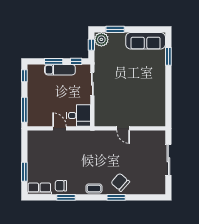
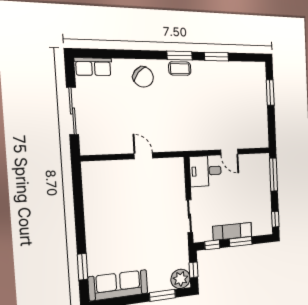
chair: (61, 186) -> (224, 73), removed
row of seats: (39, 189) -> (93, 67), moved
window: (116, 197) -> (180, 56), moved

